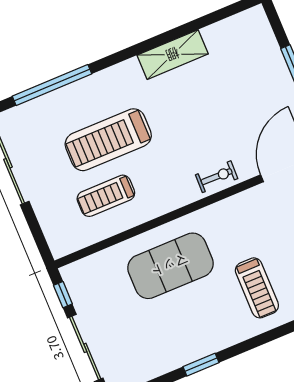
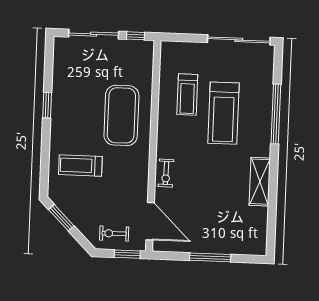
window: (52, 85) -> (276, 114), moved
treadmill: (108, 140) -> (223, 113), turned 180
treadmill: (106, 196) -> (187, 94), turned 180

